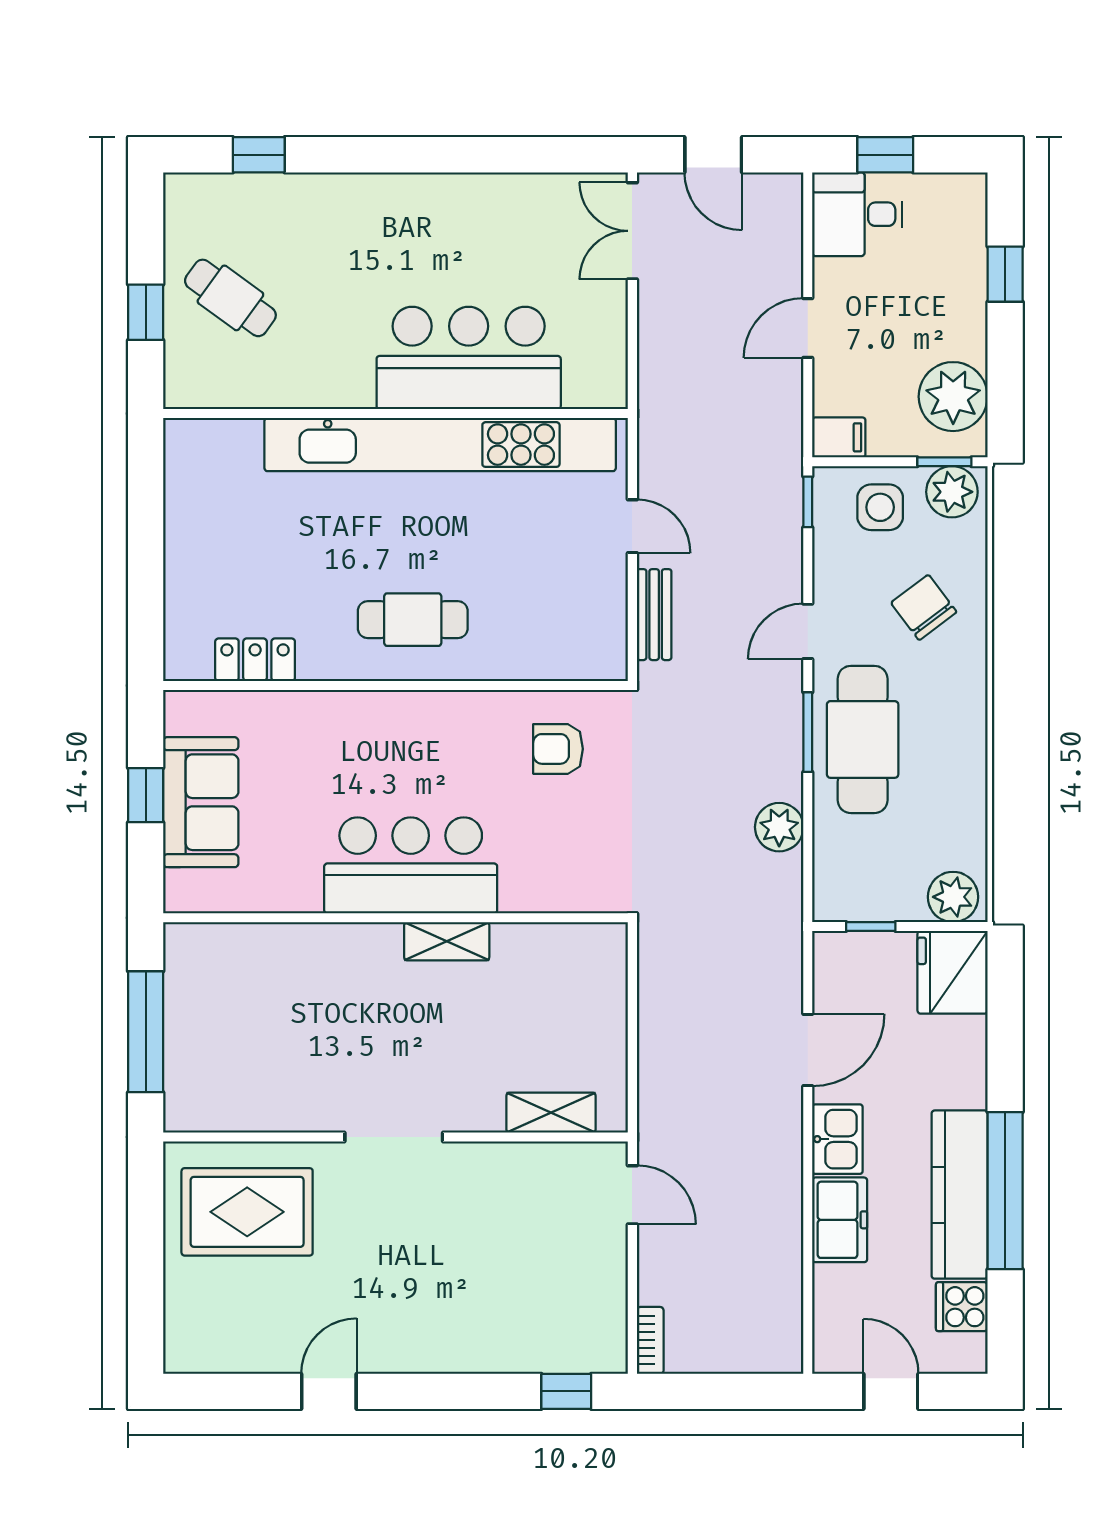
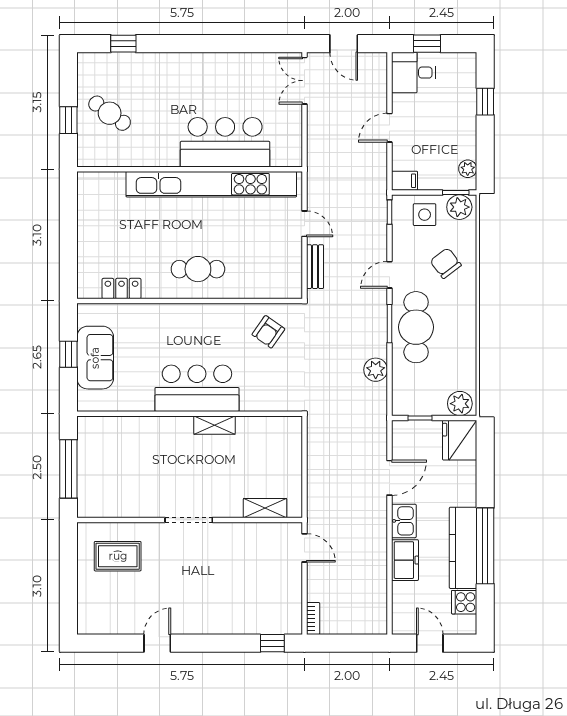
plant: (953, 397) -> (468, 169), width x0.53, depth x0.53
armchair: (558, 749) -> (268, 332), turned -55
rug: (247, 1212) -> (118, 556), width x0.73, depth x0.70

